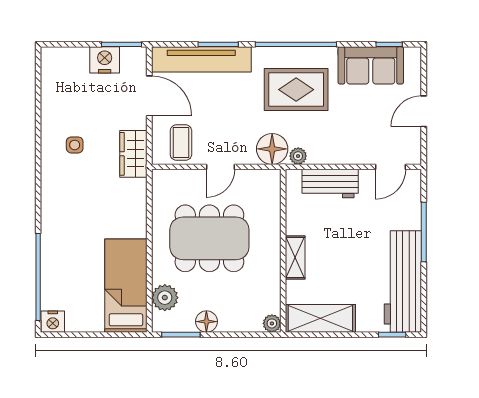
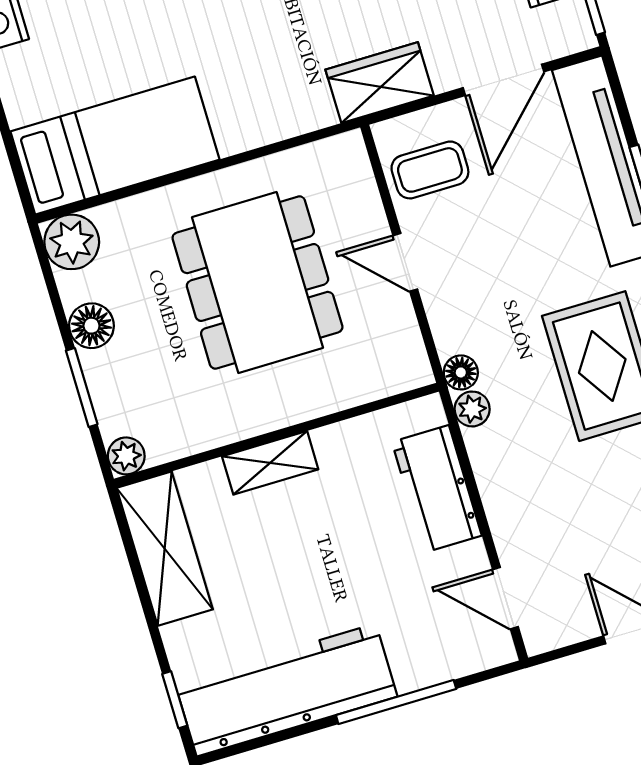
floor lamp: (272, 149) -> (461, 372), width x0.53, depth x0.53
plant: (165, 298) -> (72, 242), moved
window: (181, 335) -> (82, 387), moved

